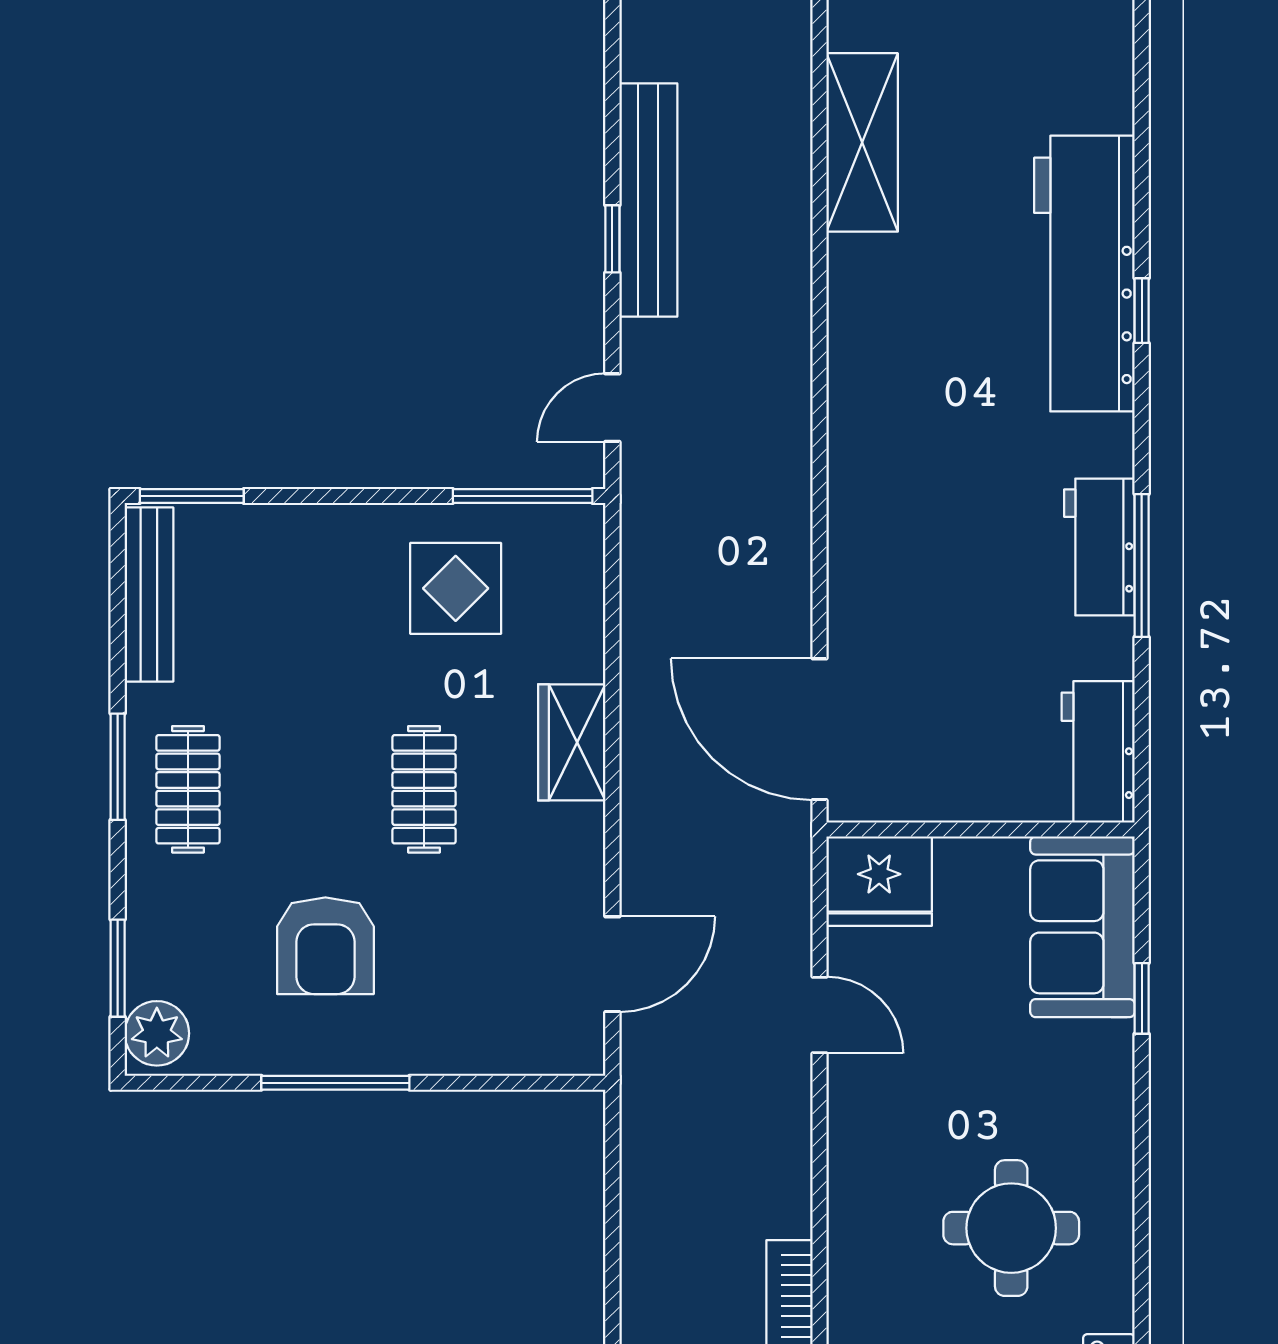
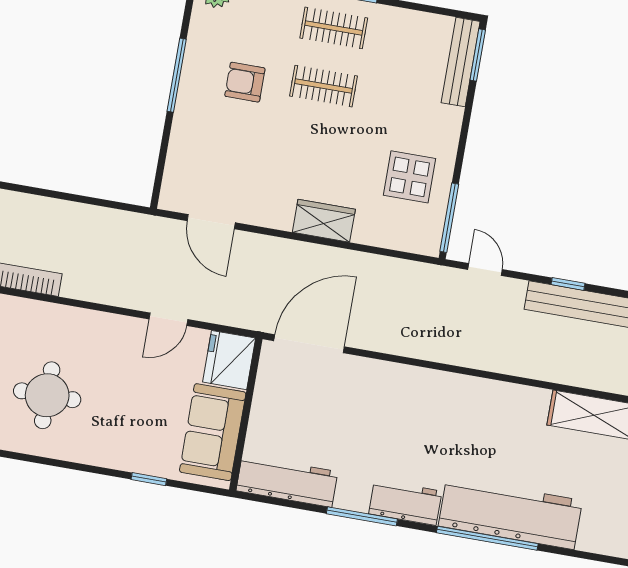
window: (1142, 311) -> (487, 538), width x3.17
workbench: (1099, 547) -> (405, 502), moved
bench: (149, 595) -> (461, 62), moved, turned 90
workbench: (1098, 752) -> (287, 481), width x1.38
clothes rail: (424, 789) -> (324, 86), moved
sofa: (1082, 927) -> (213, 432), moved, turned -90
armchair: (325, 946) -> (245, 82), width x0.72, depth x0.72

